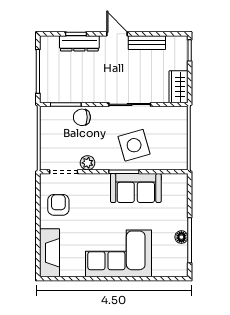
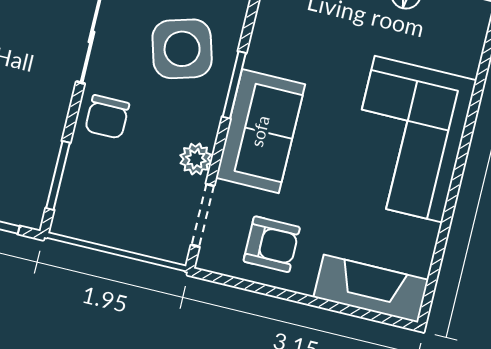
chair: (82, 117) -> (107, 117), moved
sofa: (136, 188) -> (260, 131), moved
armchair: (58, 205) -> (272, 244), turned 180

